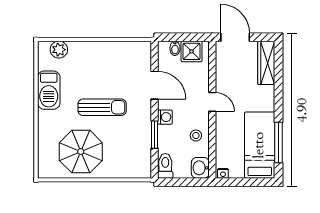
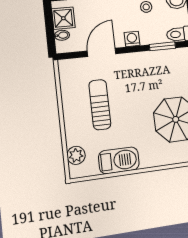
sun lounger: (102, 107) -> (100, 105), moved
window: (155, 135) -> (162, 46), moved

